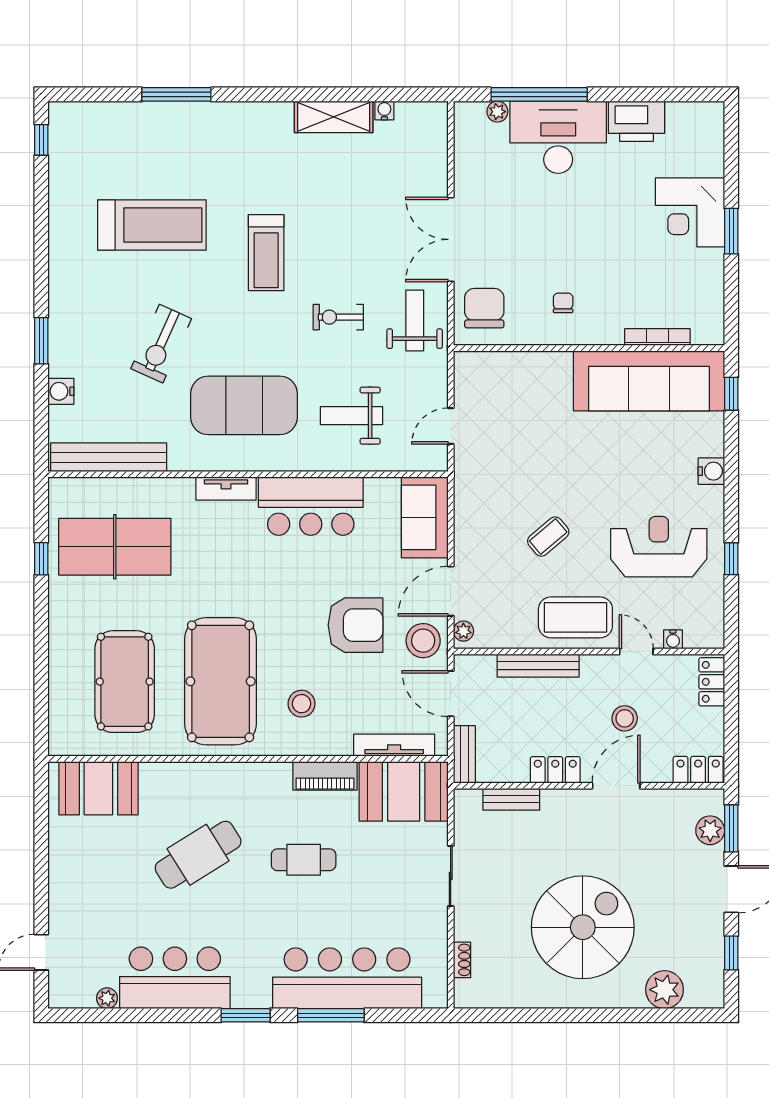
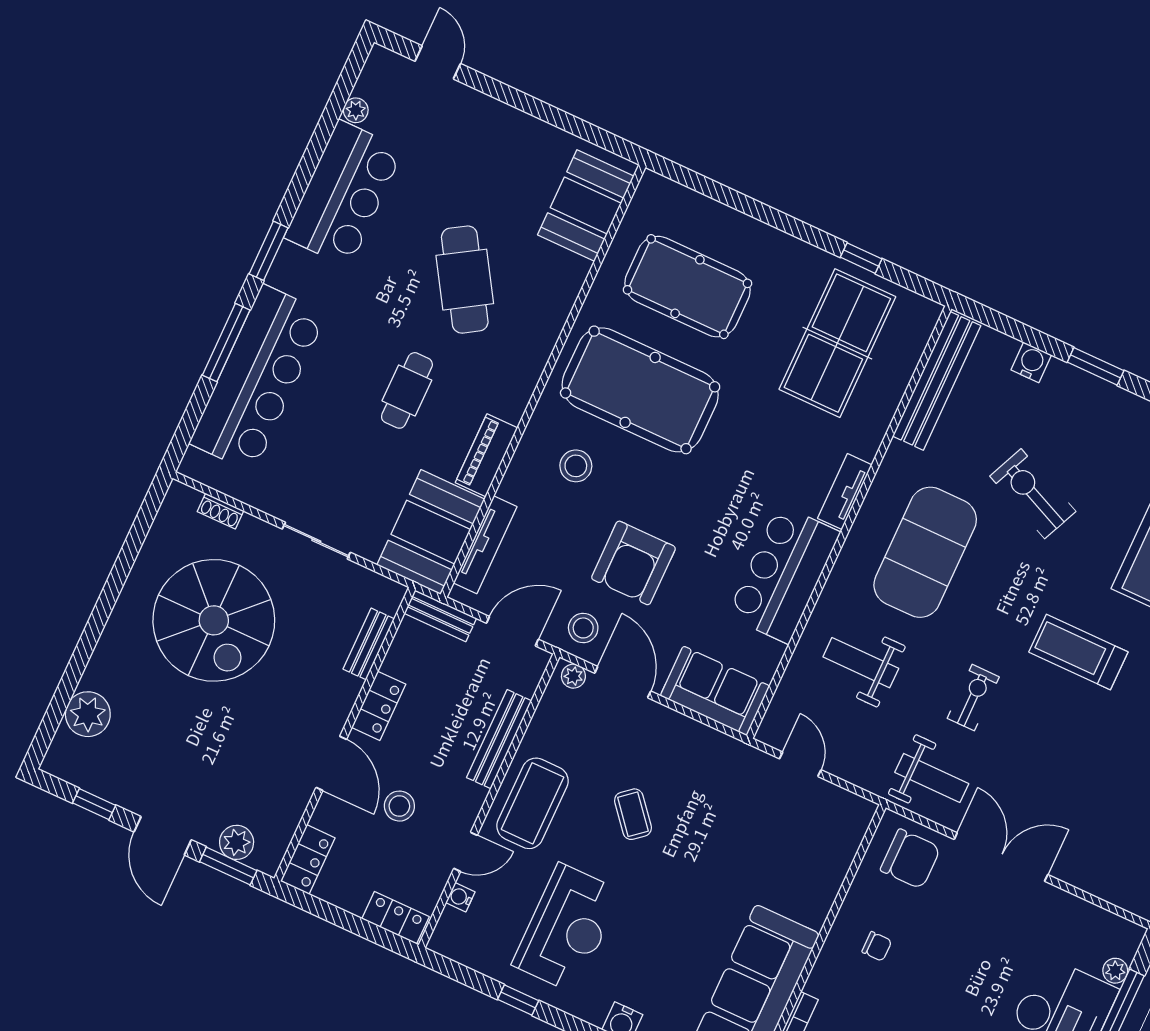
weight bench: (351, 416) -> (861, 663), turned -90
stool: (423, 641) -> (583, 628), width x0.73, depth x0.73
spiral stairs: (583, 927) -> (214, 620), moved

